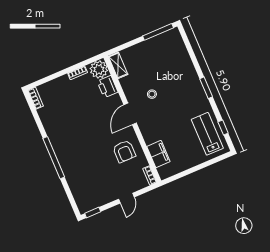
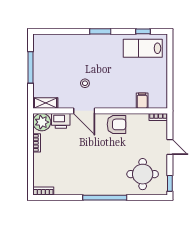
window: (158, 32) -> (30, 67), moved
door: (130, 114) -> (84, 111), moved
armchair: (124, 151) -> (117, 124), moved
filing cabinet: (158, 154) -> (142, 101), width x0.50
round table: (91, 184) -> (143, 174), added

